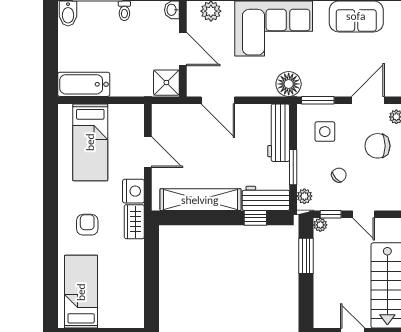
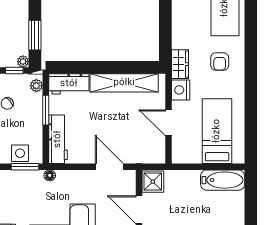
floor lamp: (289, 84) -> (50, 175), width x0.53, depth x0.53
side table: (325, 132) -> (20, 153), moved
window: (255, 218) -> (78, 67), removed

